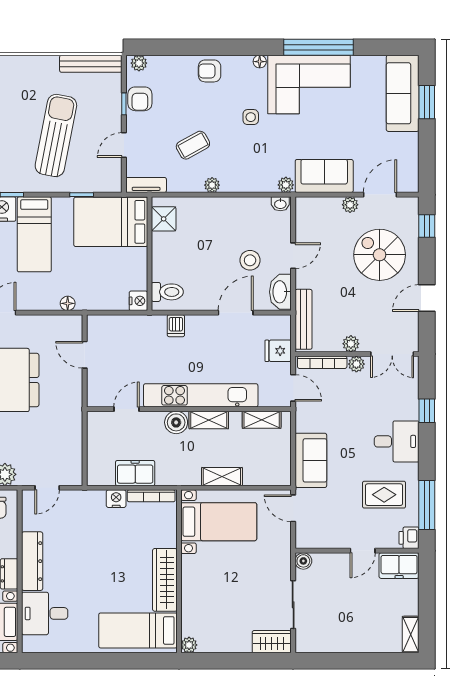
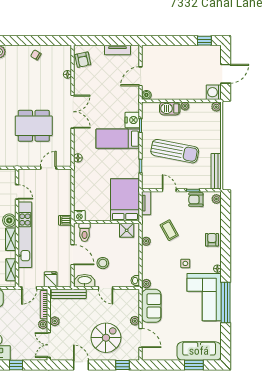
shower: (164, 219) -> (127, 230), moved
bed: (111, 222) -> (125, 200), moved
wall: (149, 254) -> (107, 222), moved
toilet: (167, 292) -> (85, 232), moved
nightstand: (138, 301) -> (79, 216), moved

